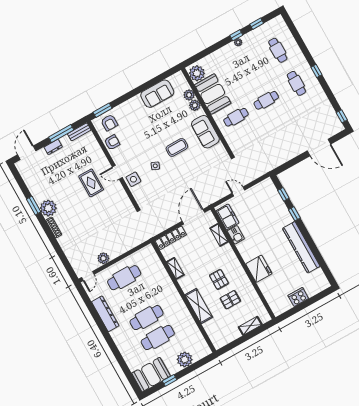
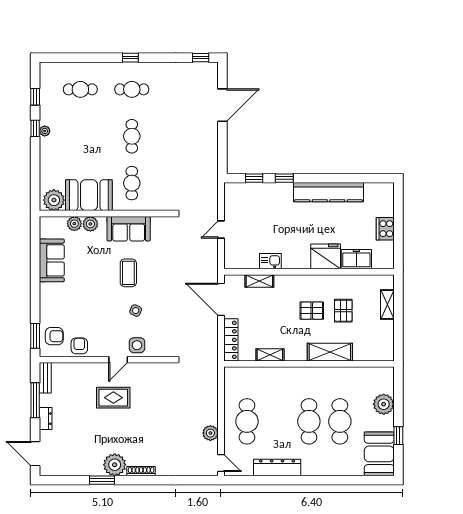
freezer: (227, 217) -> (356, 259), moved

